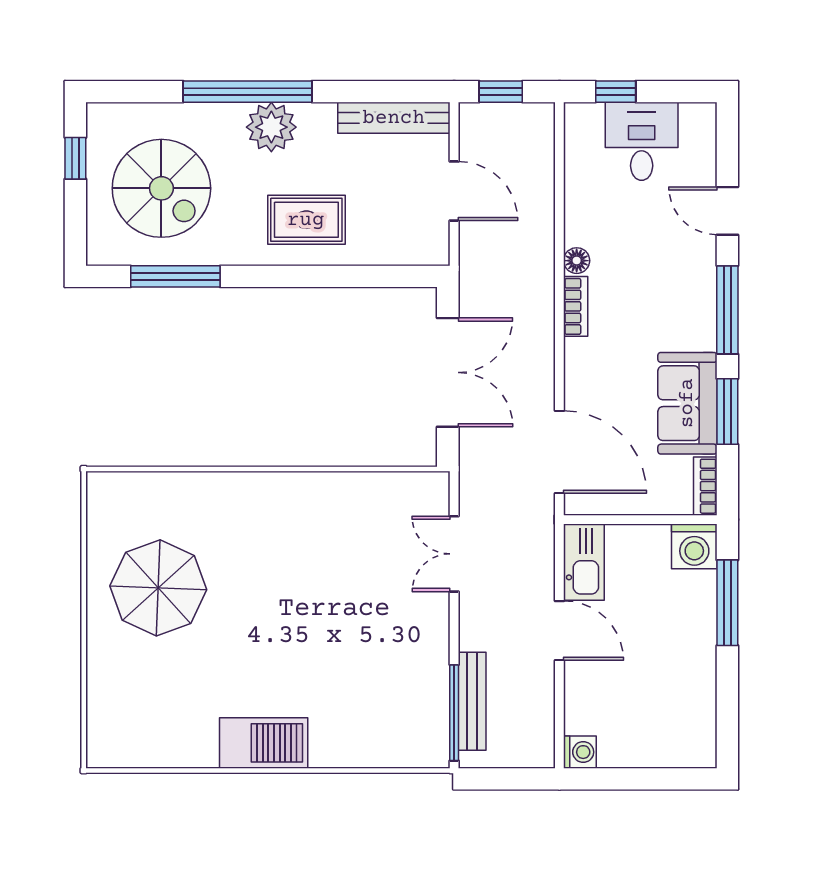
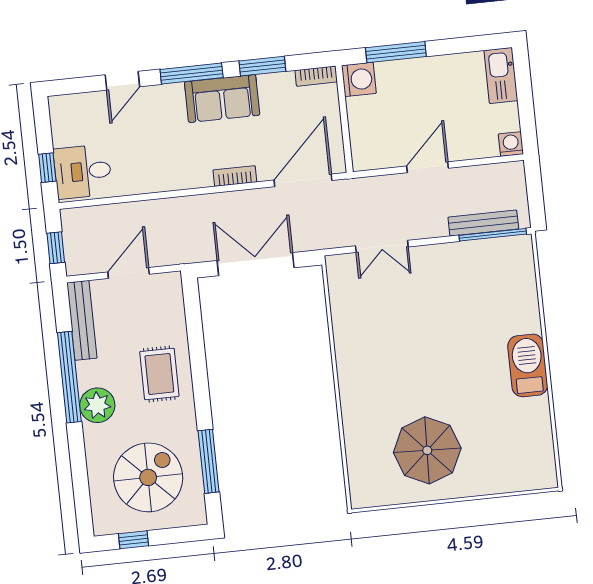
window: (247, 92) -> (69, 377), moved
desk: (642, 141) -> (83, 172), moved
floor lamp: (577, 261) -> (168, 182), removed
bookcase: (576, 306) -> (235, 176), moved
sofa: (687, 403) -> (222, 99), moved
kitchen sink: (584, 562) -> (501, 75), moved, turned -90

